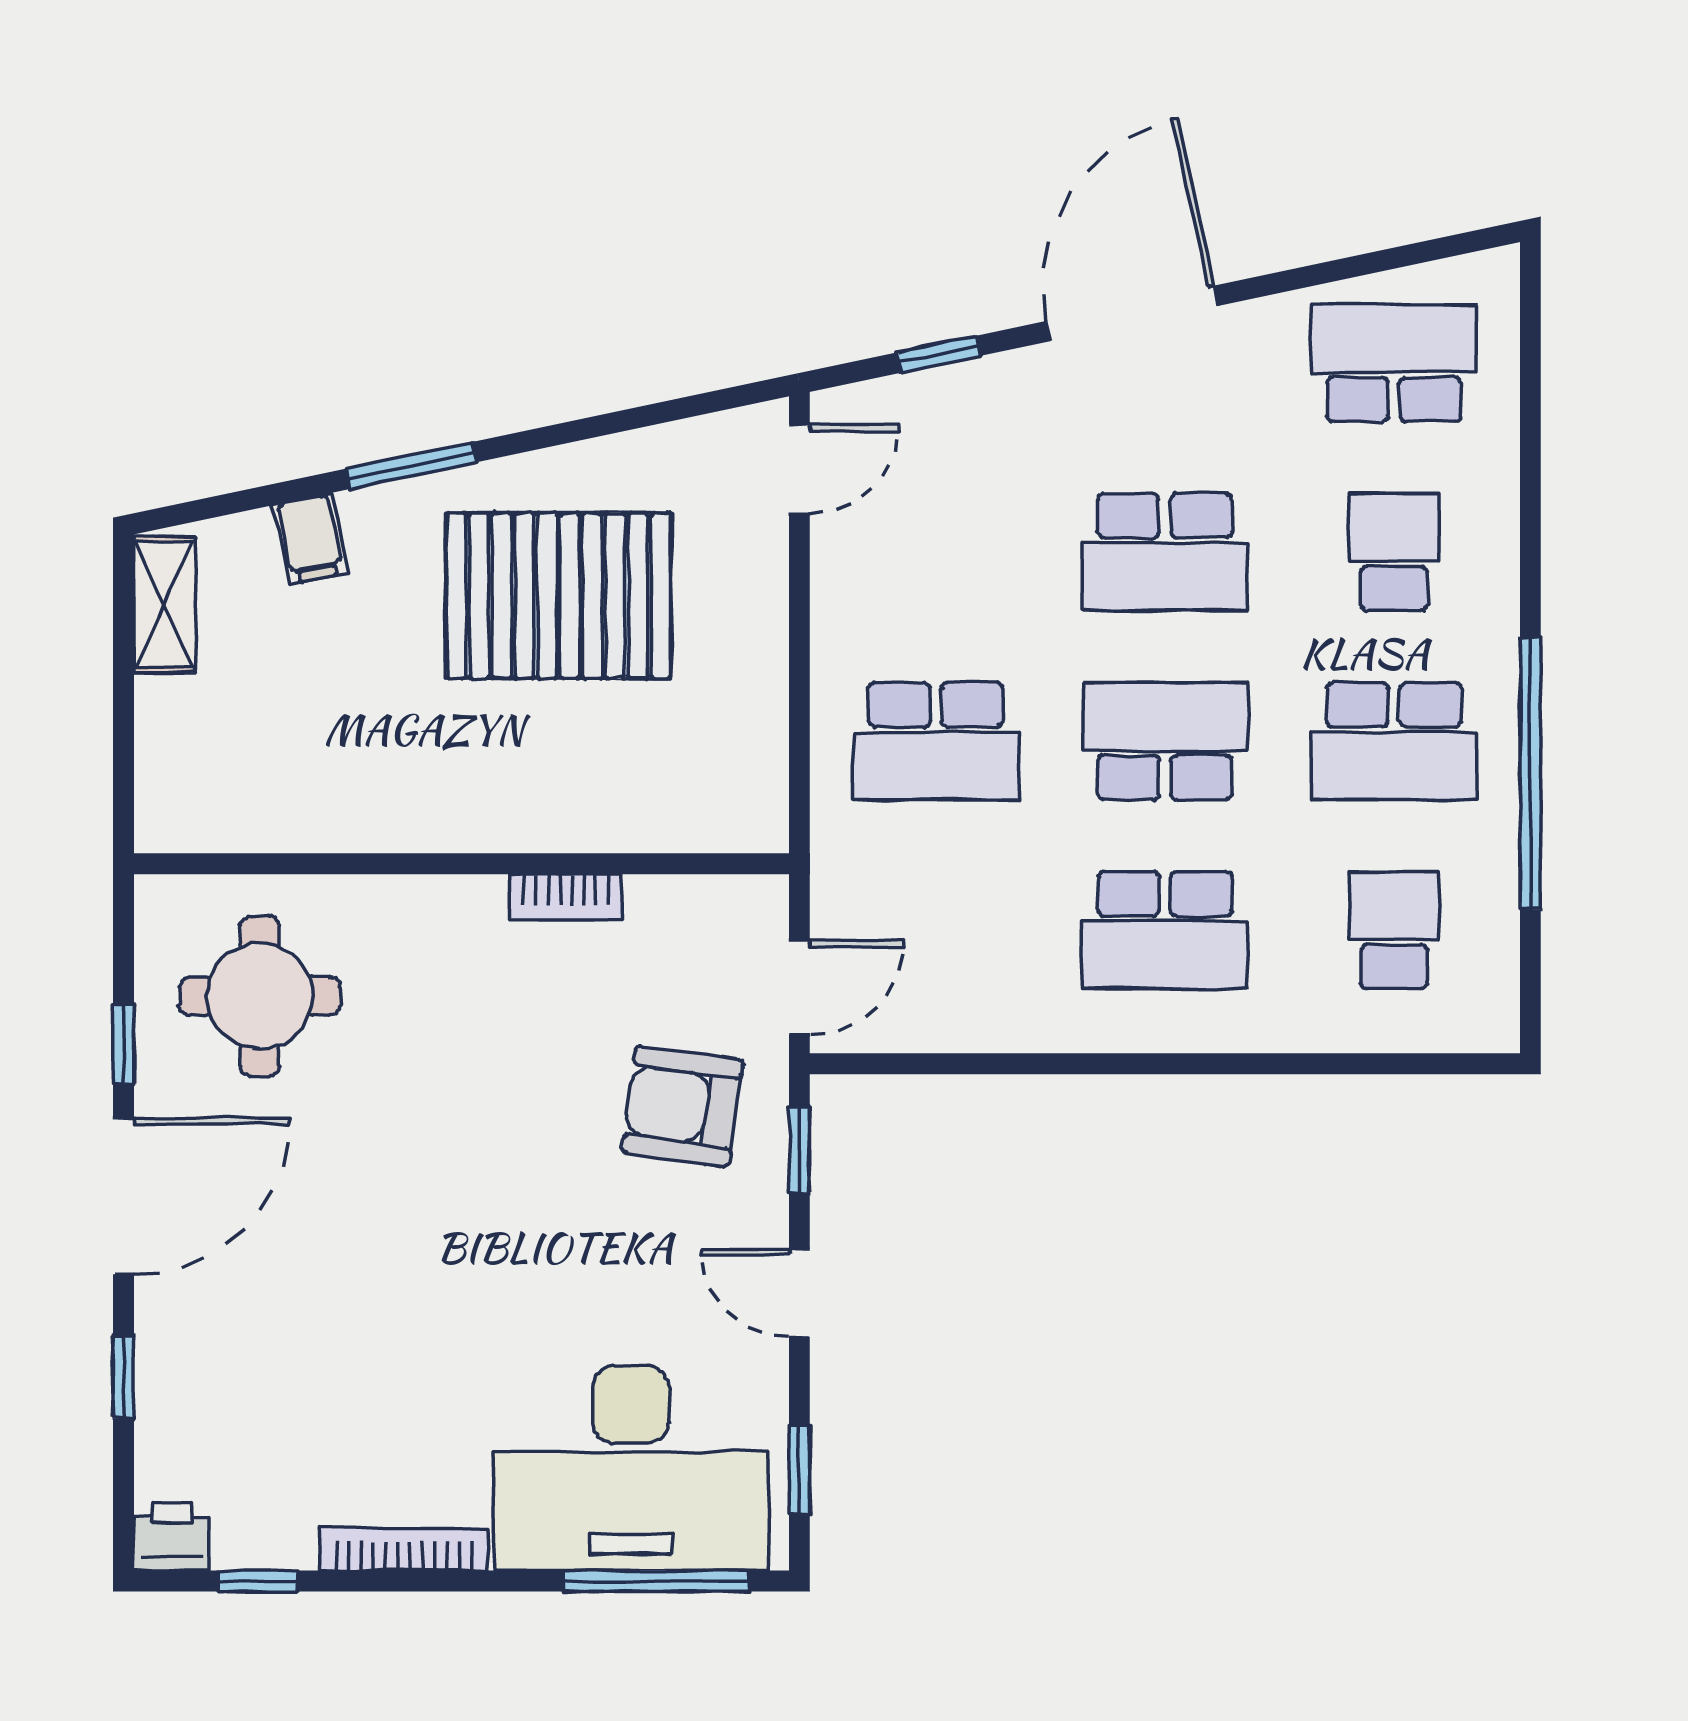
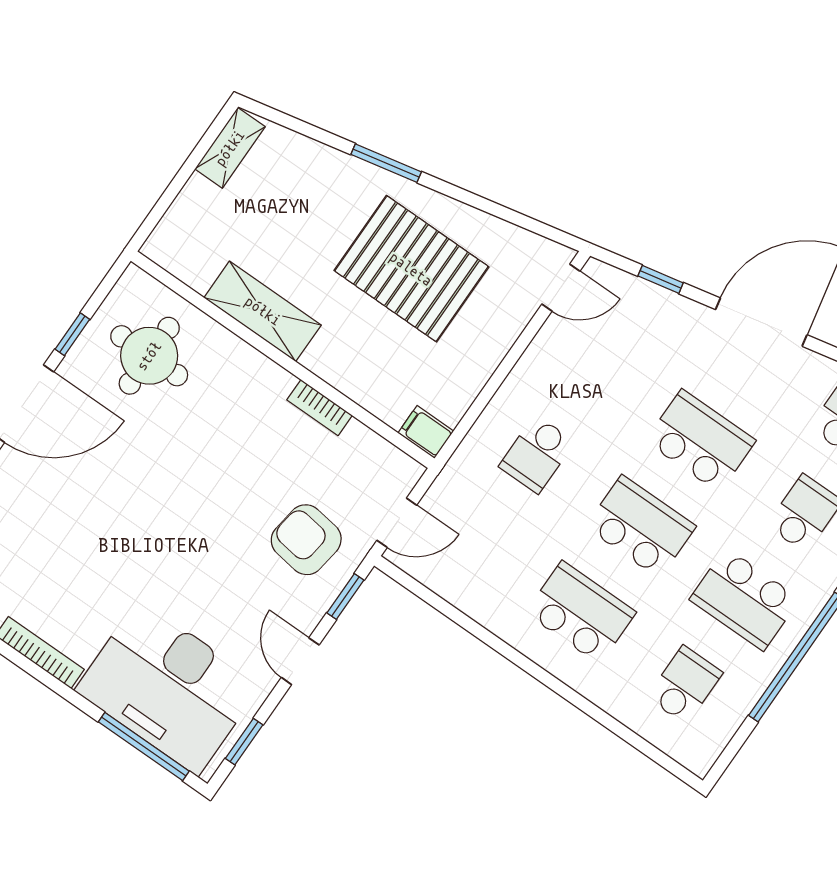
filing cabinet: (310, 539) -> (426, 432), moved, turned 102
school desk: (1165, 552) -> (701, 441), turned 180
school desk: (936, 741) -> (537, 454), width x0.54
shelving: (382, 813) -> (263, 311), added
school desk: (1165, 930) -> (581, 612), turned 180

